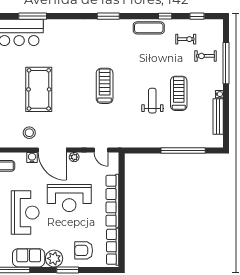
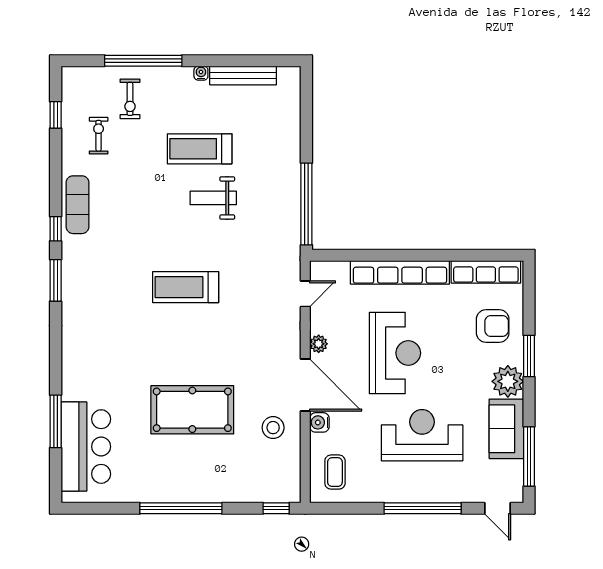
window: (165, 16) -> (56, 229), moved
door: (52, 150) -> (305, 385), hinge flipped
window: (183, 151) -> (306, 204), moved
armchair: (84, 250) -> (493, 326), turned -90

